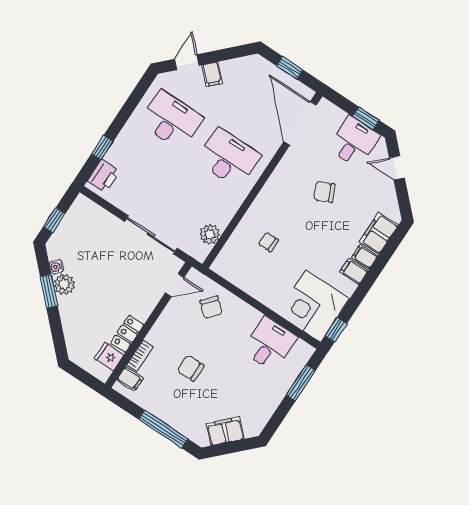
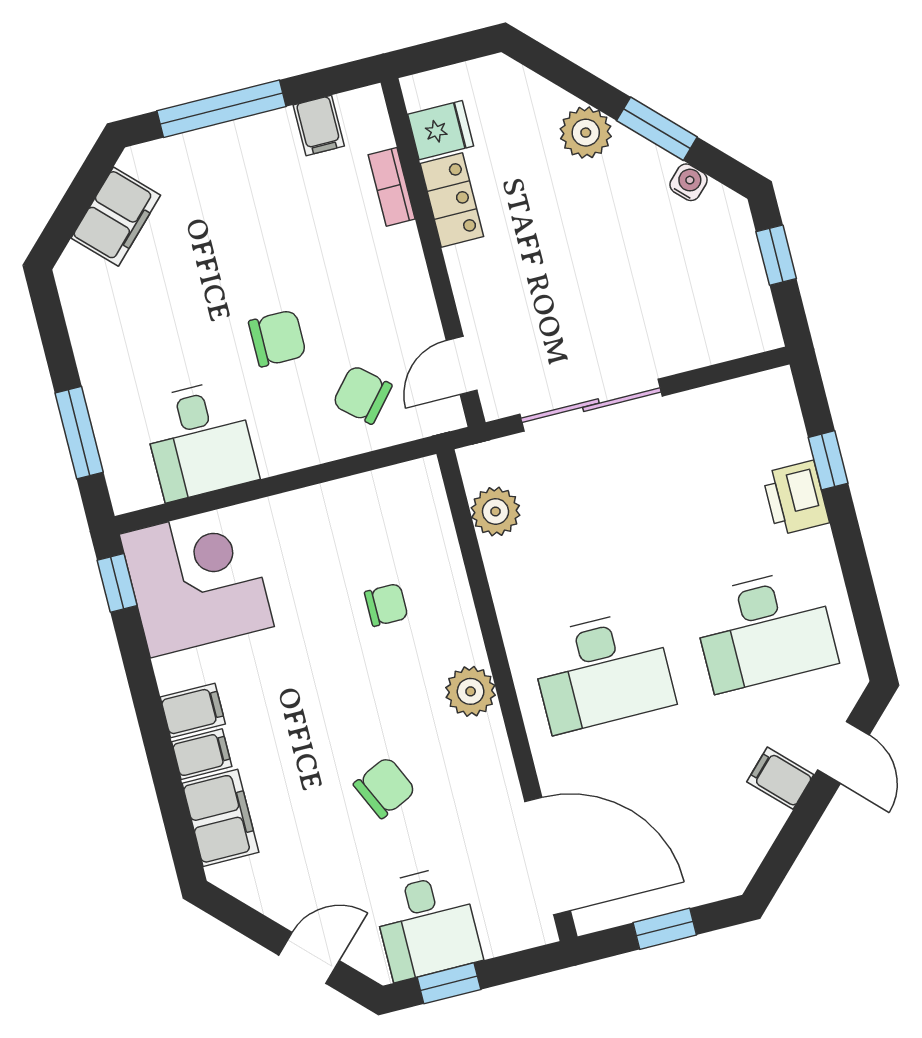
printer: (103, 176) -> (796, 498), moved
plant: (271, 192) -> (471, 691), added
plant: (64, 284) -> (586, 133), moved
chair: (191, 368) -> (277, 338), moved
filing cabinet: (130, 379) -> (319, 125), moved, turned -90

